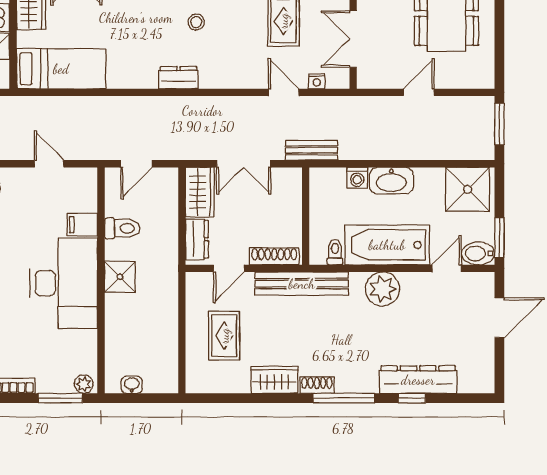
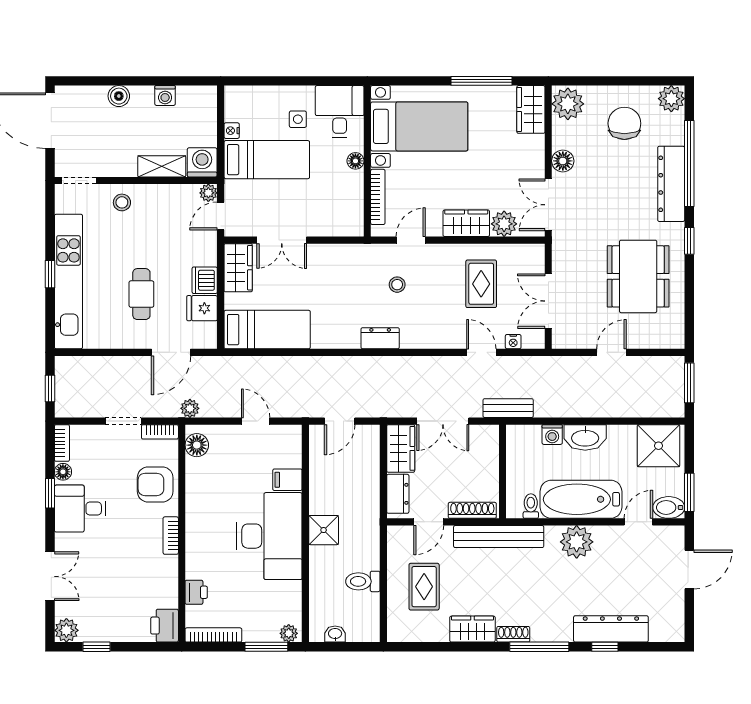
toilet: (122, 228) -> (363, 581), moved, turned 180

